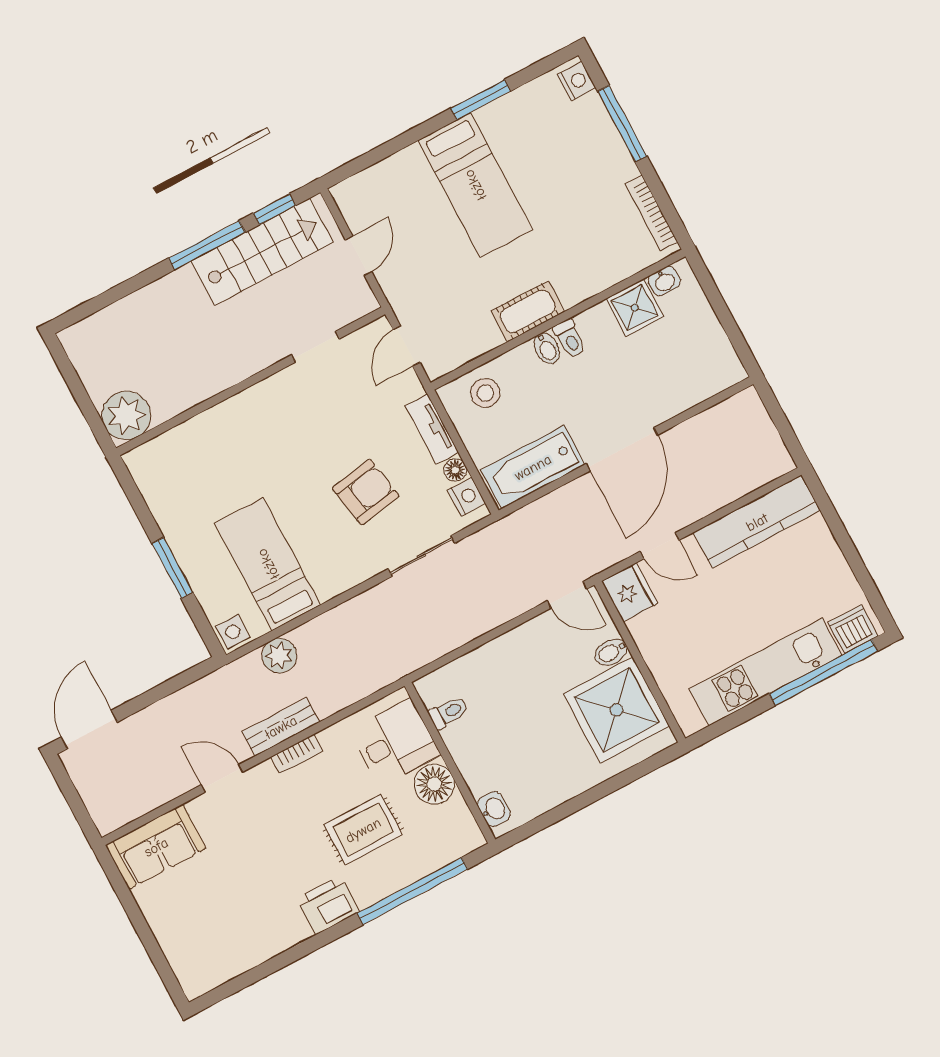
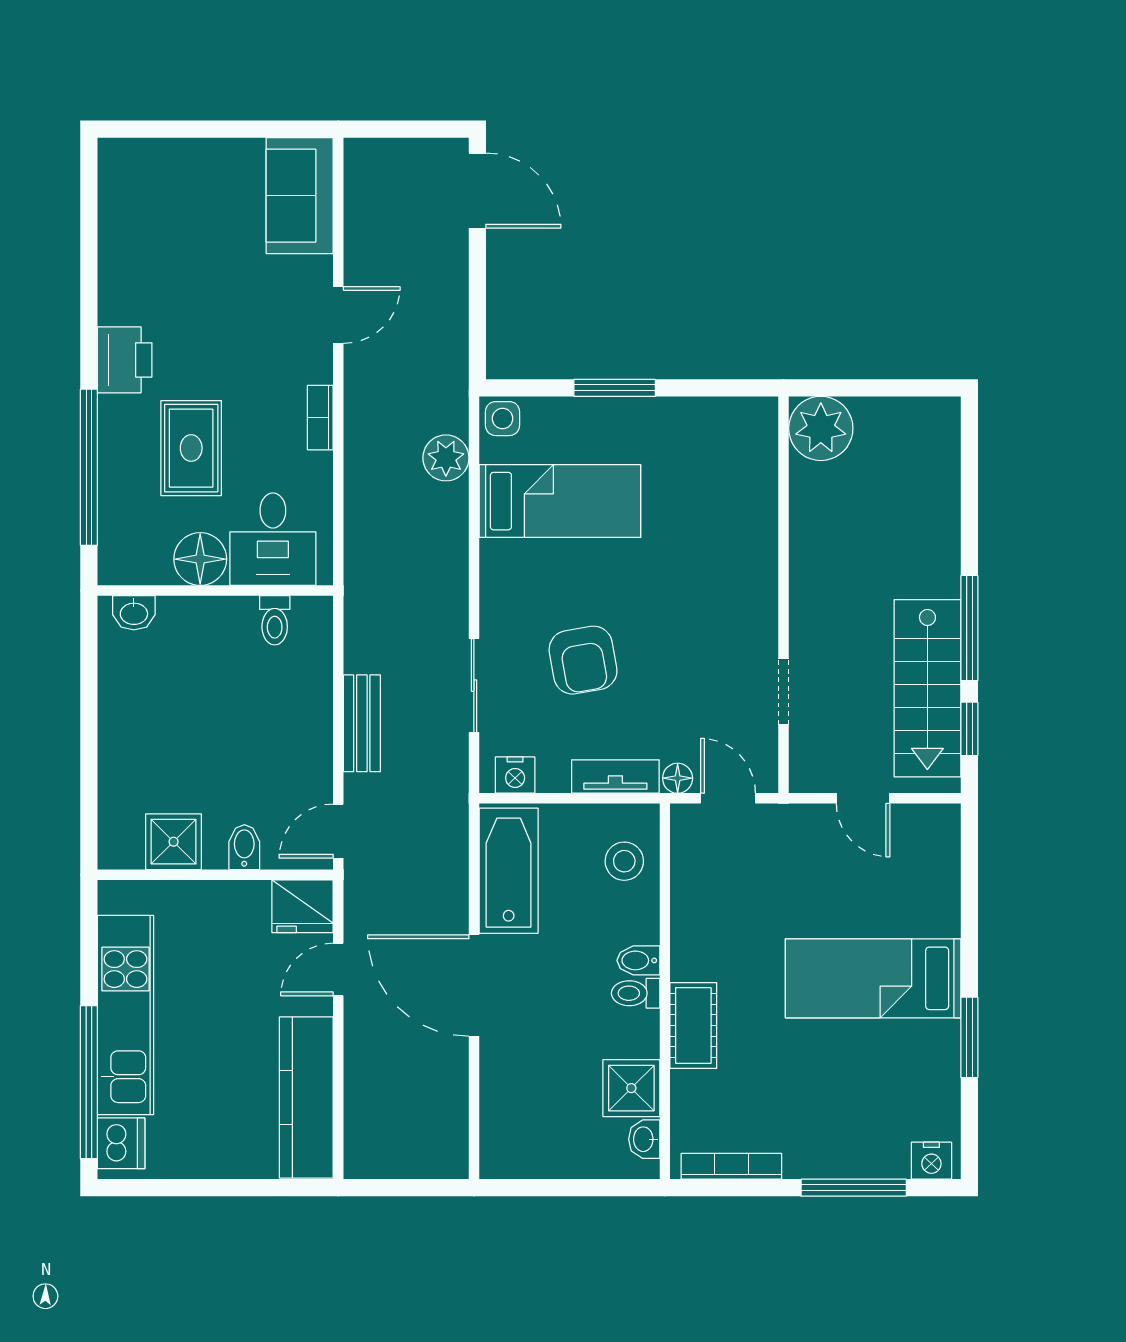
cot: (528, 311) -> (693, 1026), moved
floor lamp: (455, 470) -> (678, 778), moved
shower: (617, 710) -> (174, 842), width x0.54, depth x0.54
bench: (281, 727) -> (362, 723), moved

